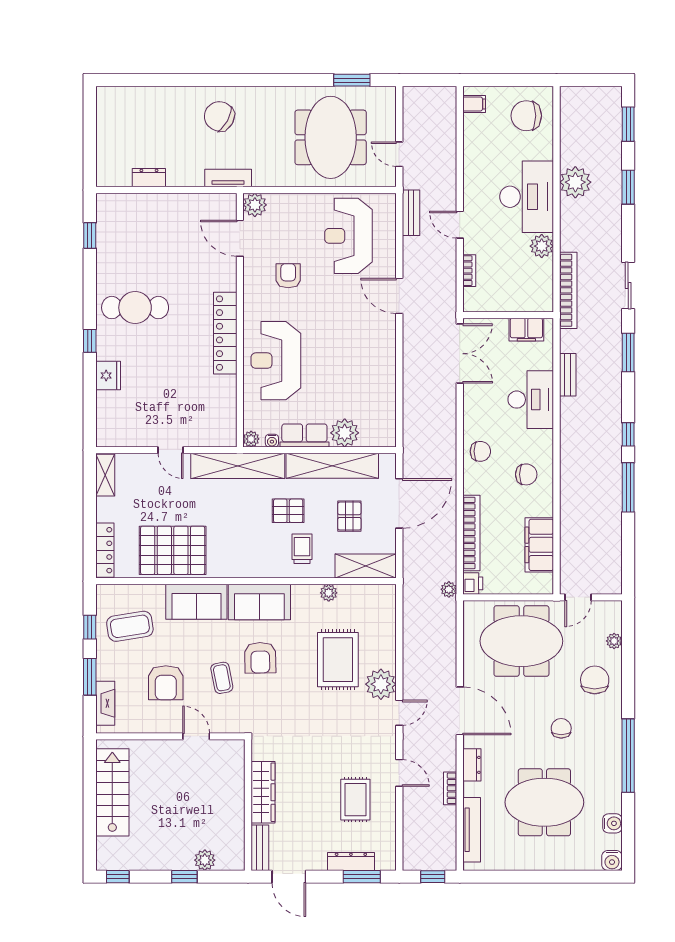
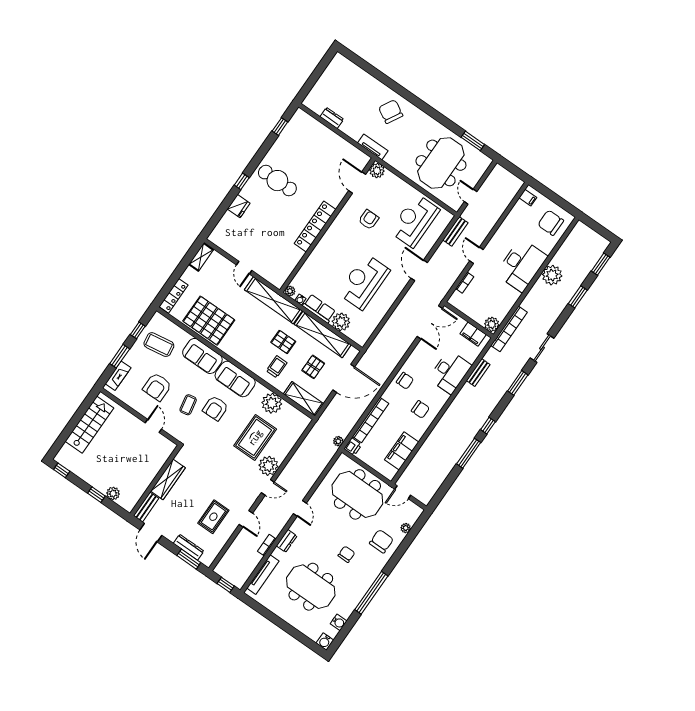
plant: (542, 246) -> (492, 324), moved
reception desk: (276, 361) -> (364, 282), moved
plant: (329, 593) -> (272, 403), width x1.87, depth x1.87
door: (460, 711) -> (300, 508), width x0.53

